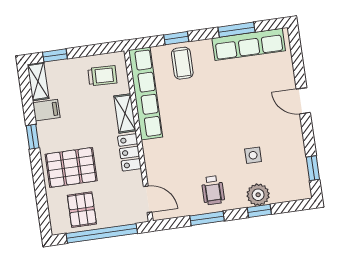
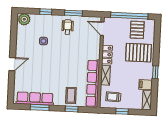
window: (55, 55) -> (122, 111), moved
door: (303, 101) -> (12, 64), hinge flipped
window: (313, 168) -> (14, 28), removed
plant: (258, 195) -> (24, 19), moved

